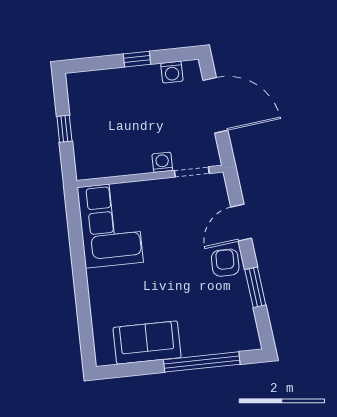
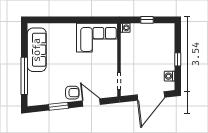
washing machine: (162, 162) -> (125, 28), moved
sofa: (147, 343) -> (37, 50), width x1.36

